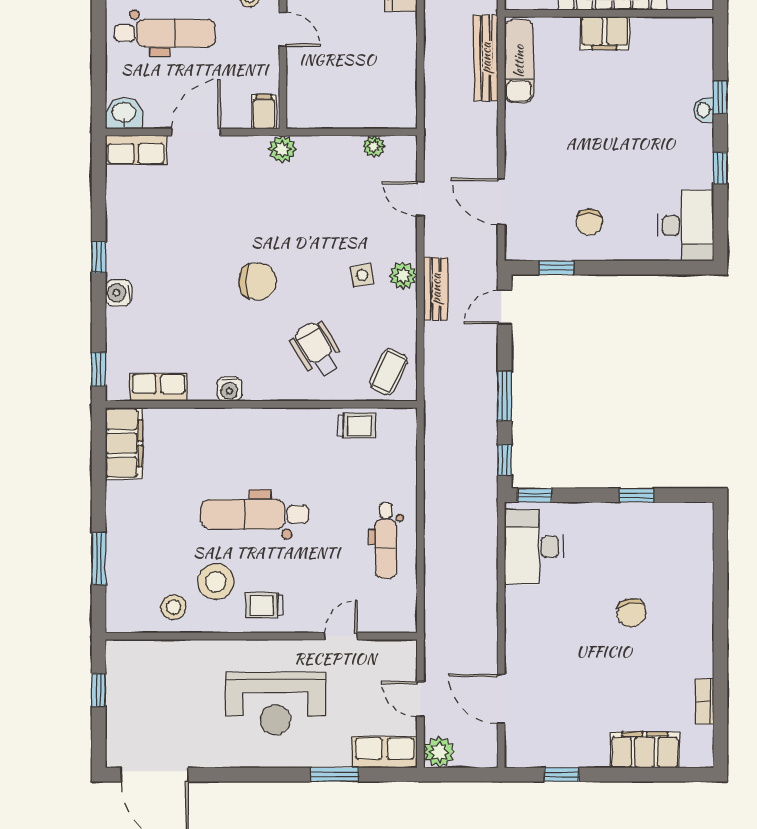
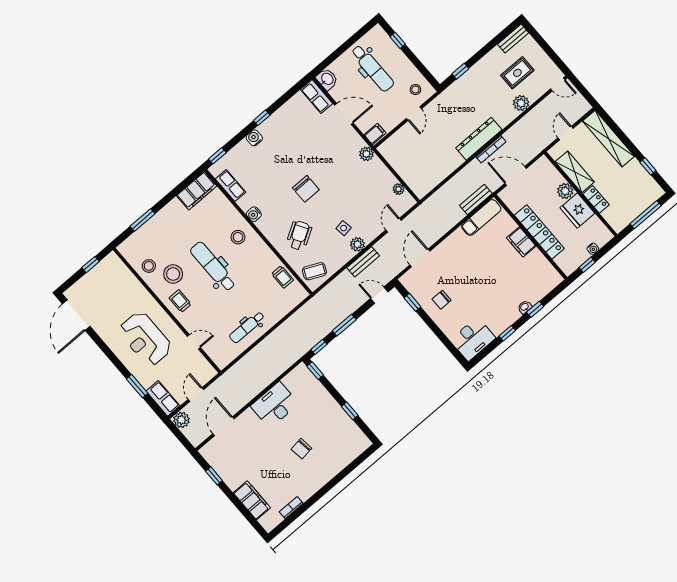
bench: (486, 58) -> (476, 200), width x0.73
stool: (243, 441) -> (238, 237), added
desk: (534, 547) -> (275, 405), moved

